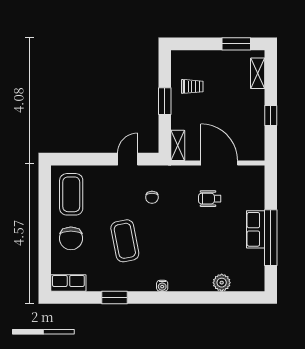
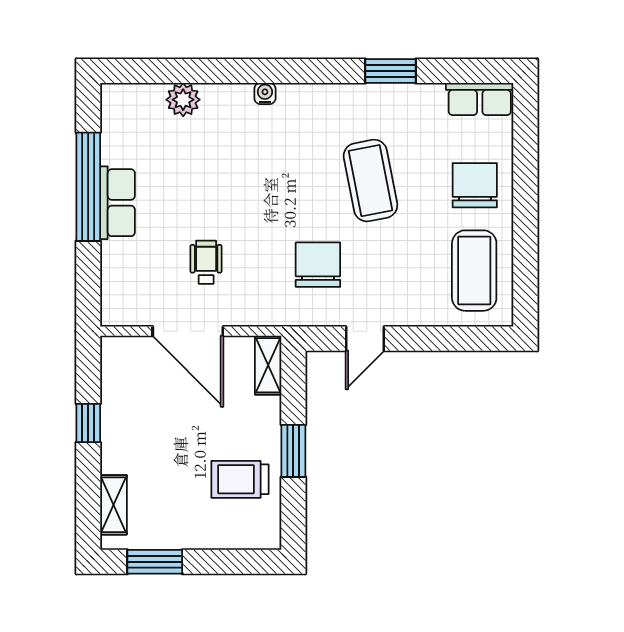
trolley: (192, 86) -> (240, 479), width x1.36, depth x1.39
chair: (152, 197) -> (318, 265), width x1.87, depth x1.87
wheelchair: (210, 199) -> (206, 262), turned -90
water cooler: (162, 286) -> (265, 94), moved

